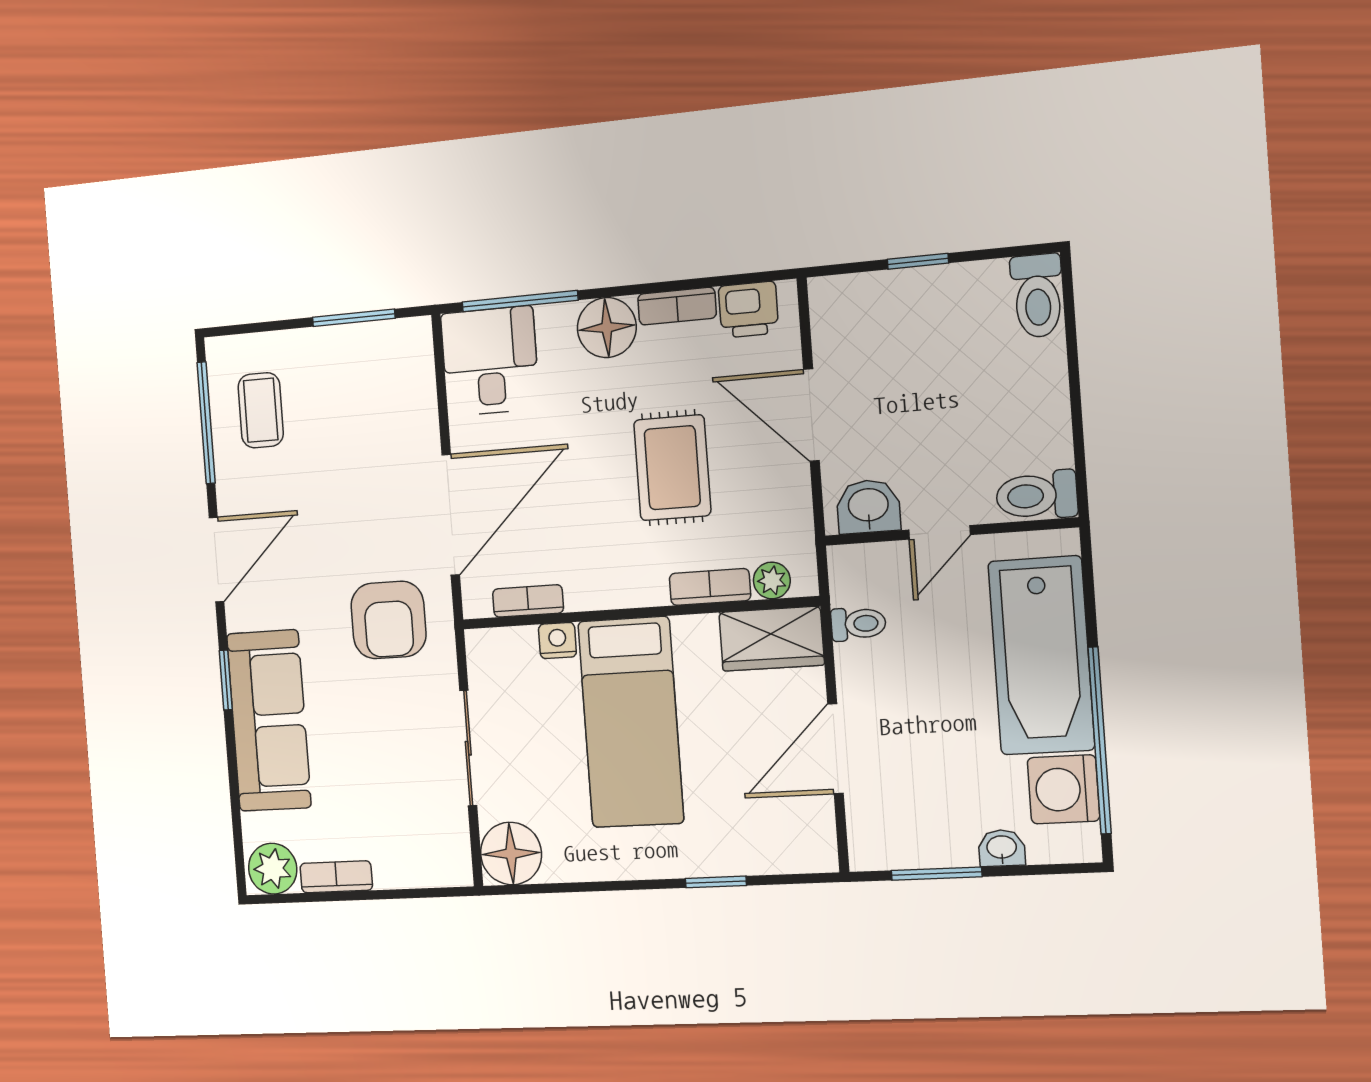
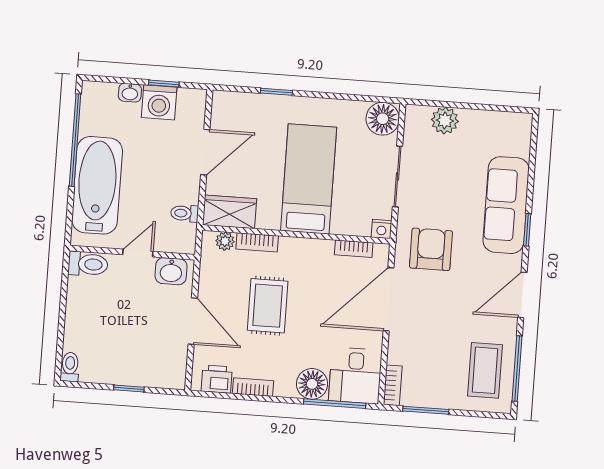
toilet: (1037, 296) -> (70, 367), width x0.73, depth x0.72
floor lamp: (607, 328) -> (312, 384), moved
coffee table: (261, 410) -> (485, 370), width x1.36, depth x1.30
nightstand: (557, 641) -> (381, 229), moved
washing machine: (1063, 789) -> (159, 102), moved, turned 90
plant: (273, 869) -> (445, 120), moved
window: (937, 874) -> (164, 84), width x0.67
bookcase: (336, 877) -> (393, 385), moved, turned -90

